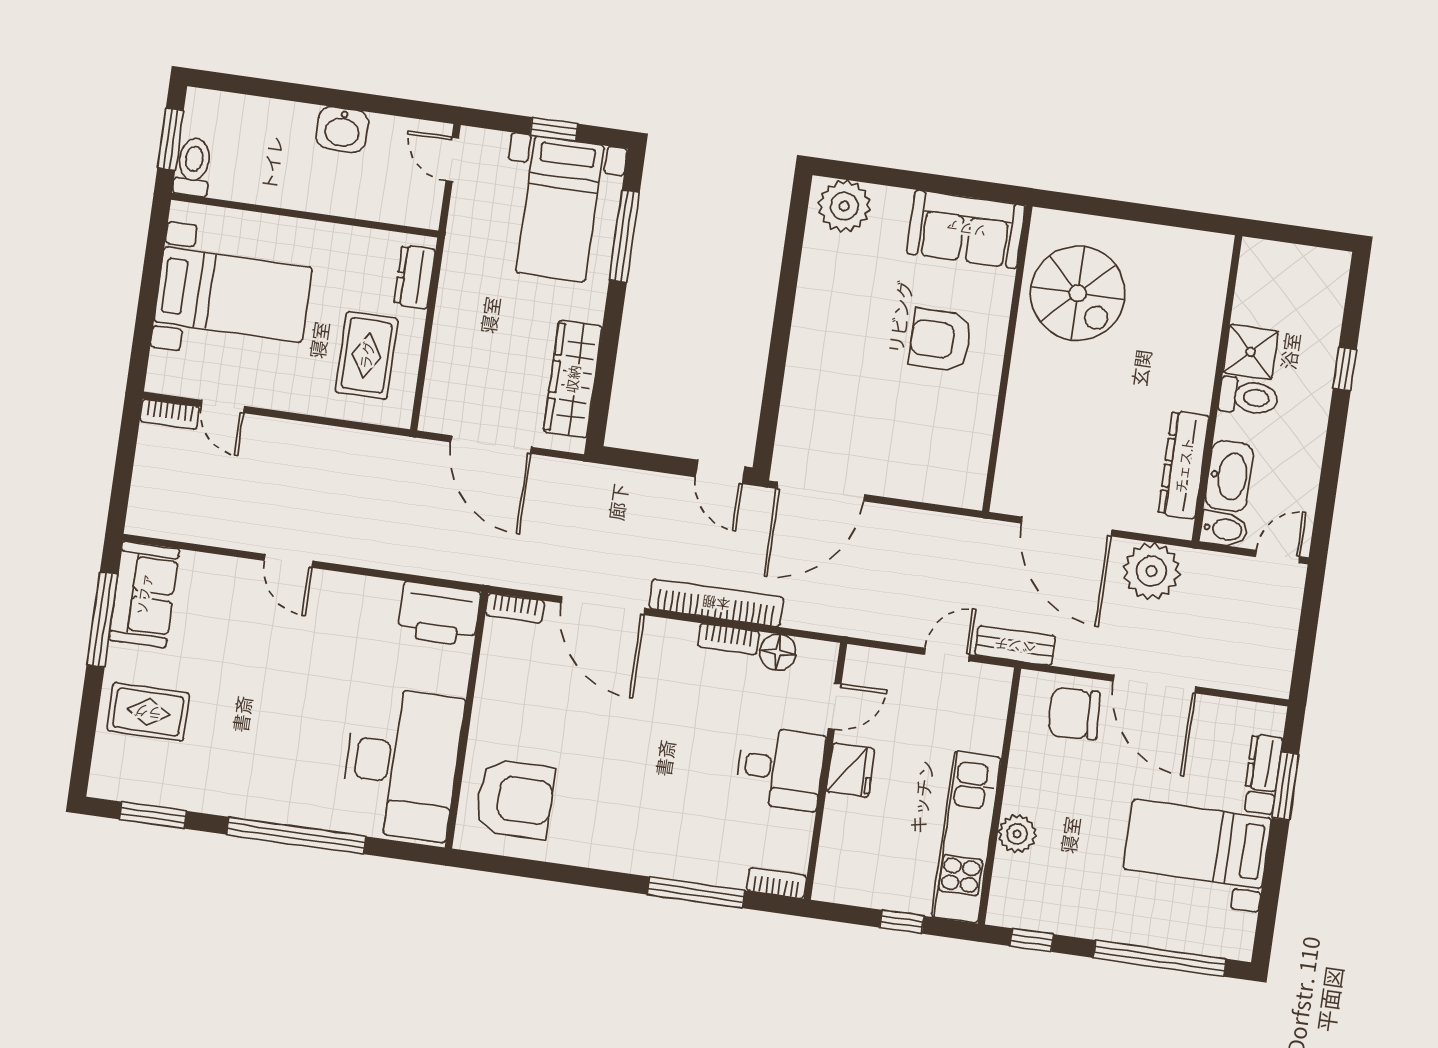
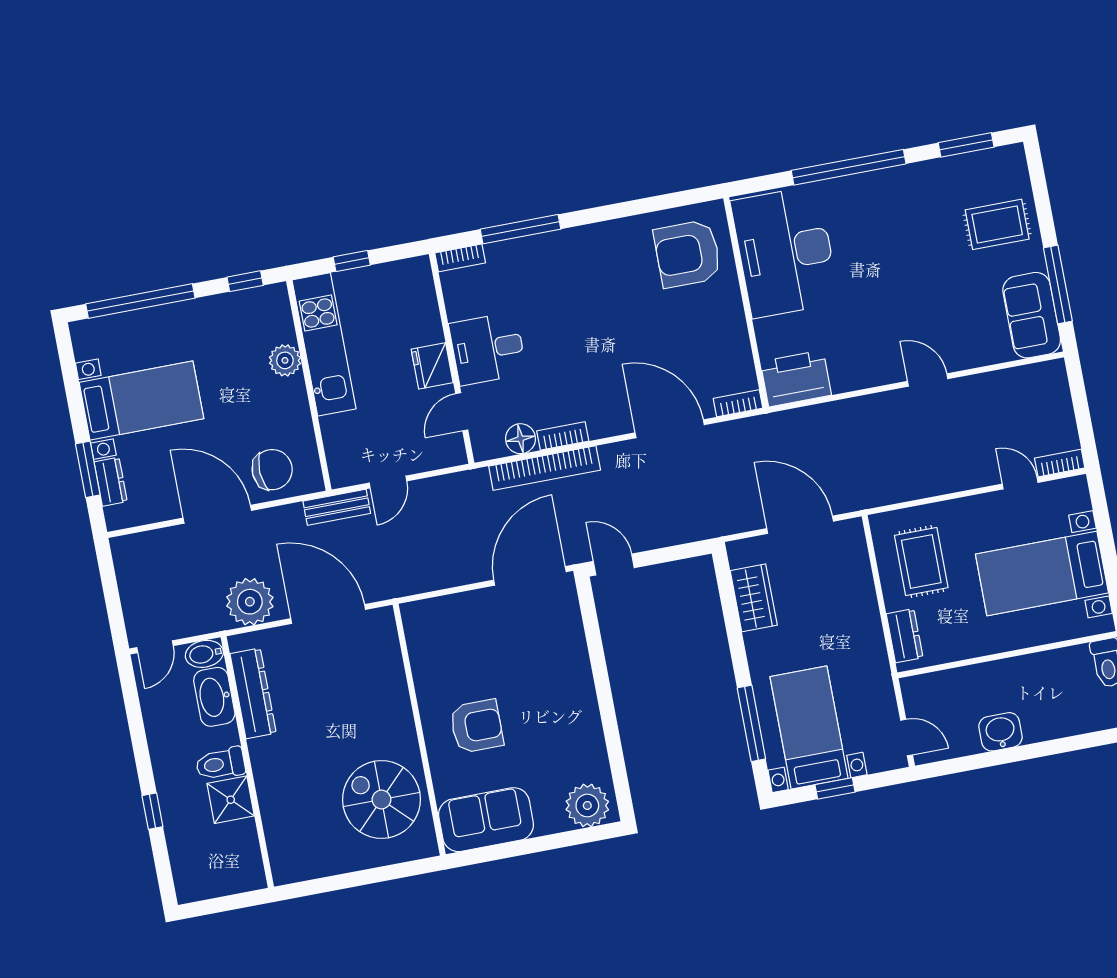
wardrobe: (573, 379) -> (754, 598), width x0.67
bookcase: (716, 603) -> (545, 468), moved

